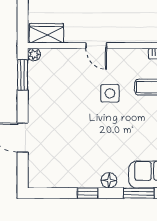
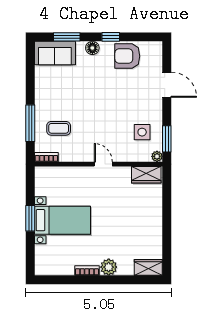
side table: (110, 93) -> (142, 132), moved
armchair: (68, 171) -> (127, 56), added

